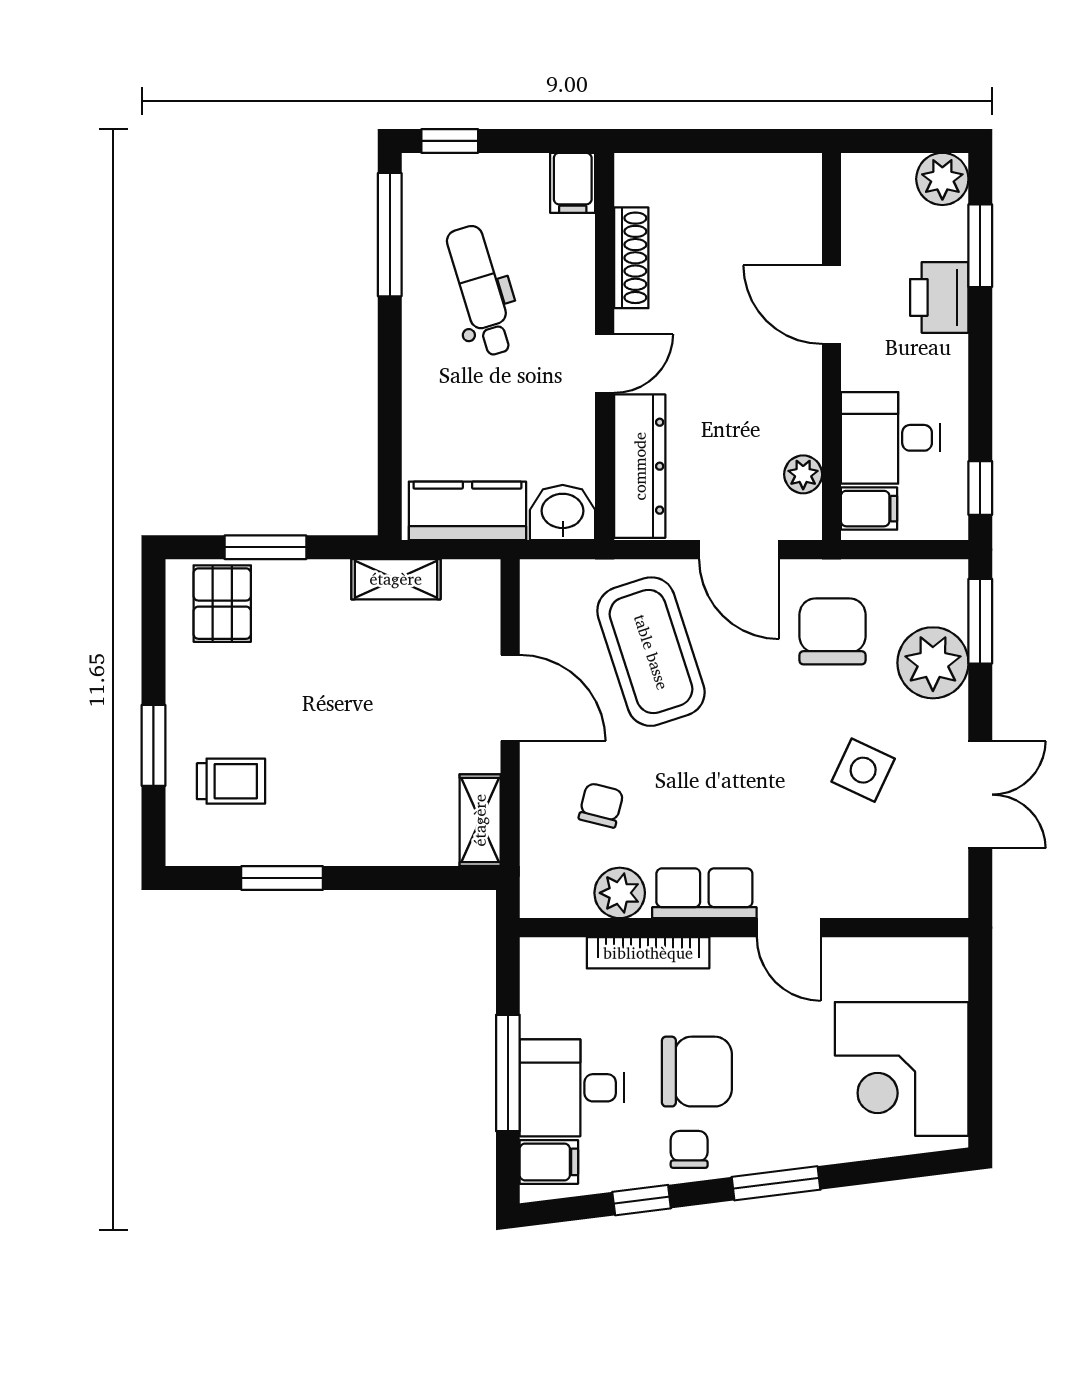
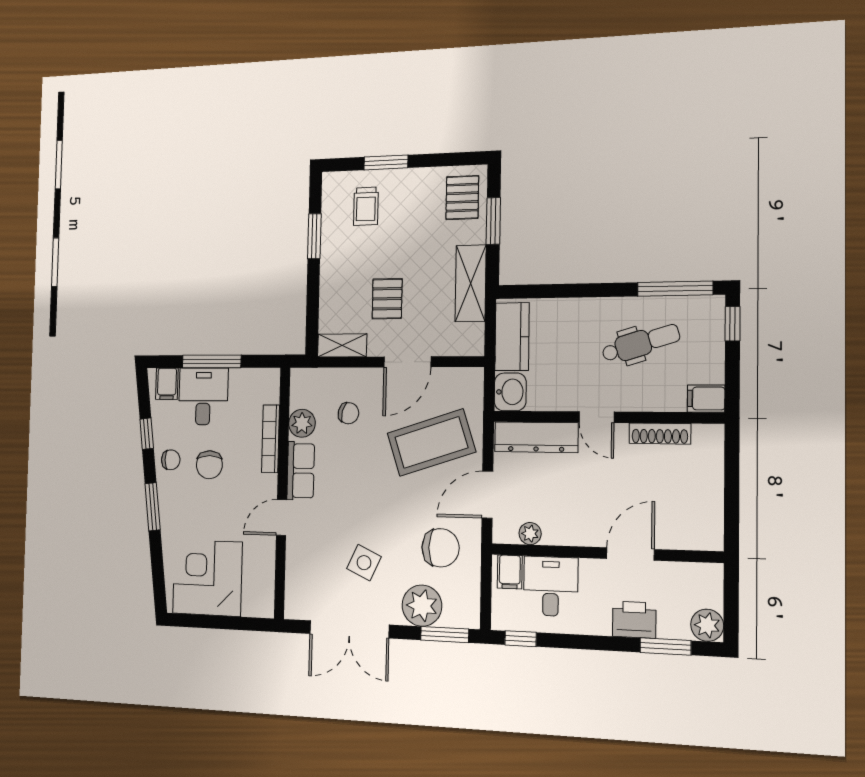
shelving: (396, 579) -> (471, 283), width x1.50, depth x1.33
pallet: (222, 604) -> (462, 198), turned 90
pallet: (398, 738) -> (387, 299), added
double door: (980, 795) -> (349, 629), width x1.37
chair: (697, 1072) -> (209, 465), width x0.73, depth x0.73

